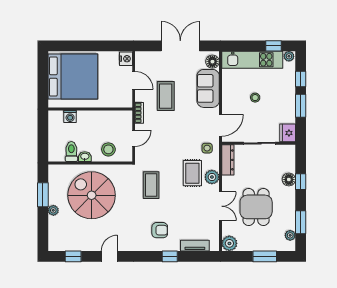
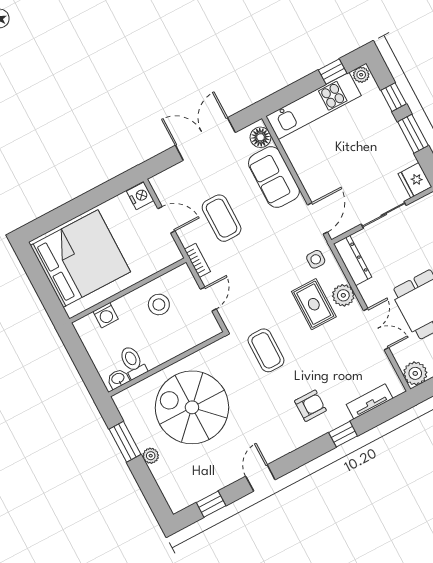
stool: (255, 98) -> (345, 155), removed
stool: (108, 149) -> (159, 305), moved
washbasin: (85, 157) -> (118, 379), moved

